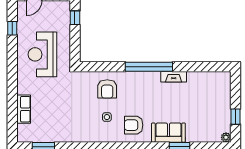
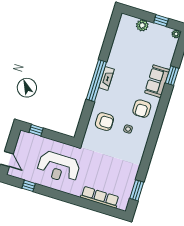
fireplace: (174, 77) -> (106, 78), moved
plant: (224, 98) -> (142, 25), added
row of seats: (24, 109) -> (100, 197), width x1.48

